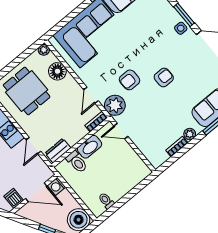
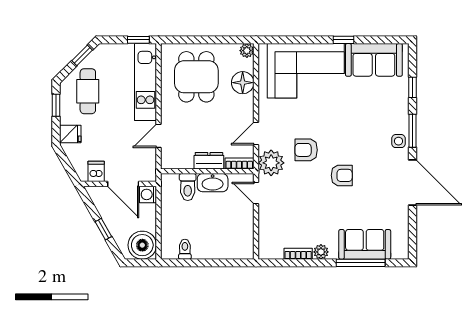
dresser: (58, 151) -> (209, 161), moved

